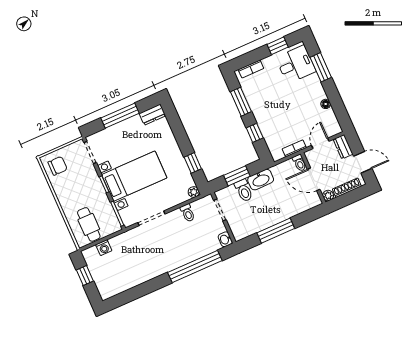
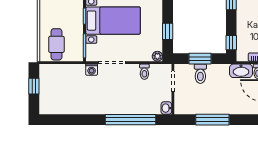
window: (255, 133) -> (231, 43), moved
washbasin: (261, 180) -> (241, 71), moved
washing machine: (104, 248) -> (92, 70), moved

